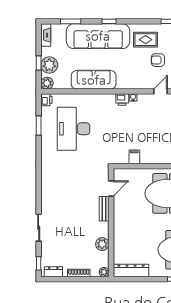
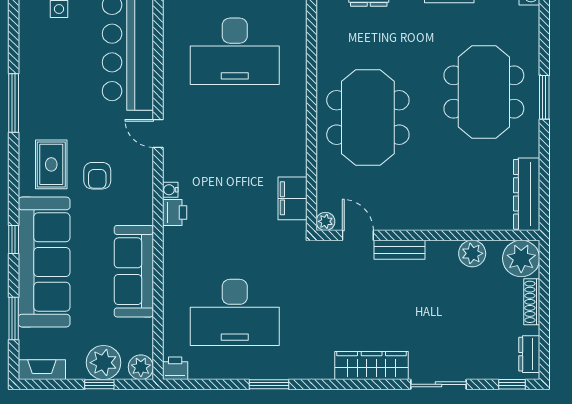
armchair: (158, 60) -> (97, 176), moved
window: (39, 126) -> (269, 384), moved
filing cabinet: (134, 157) -> (292, 198), width x2.00
plant: (118, 173) -> (325, 221), added
wardrobe: (48, 195) -> (372, 366), added
plant: (104, 272) -> (521, 258), width x1.87, depth x1.87

